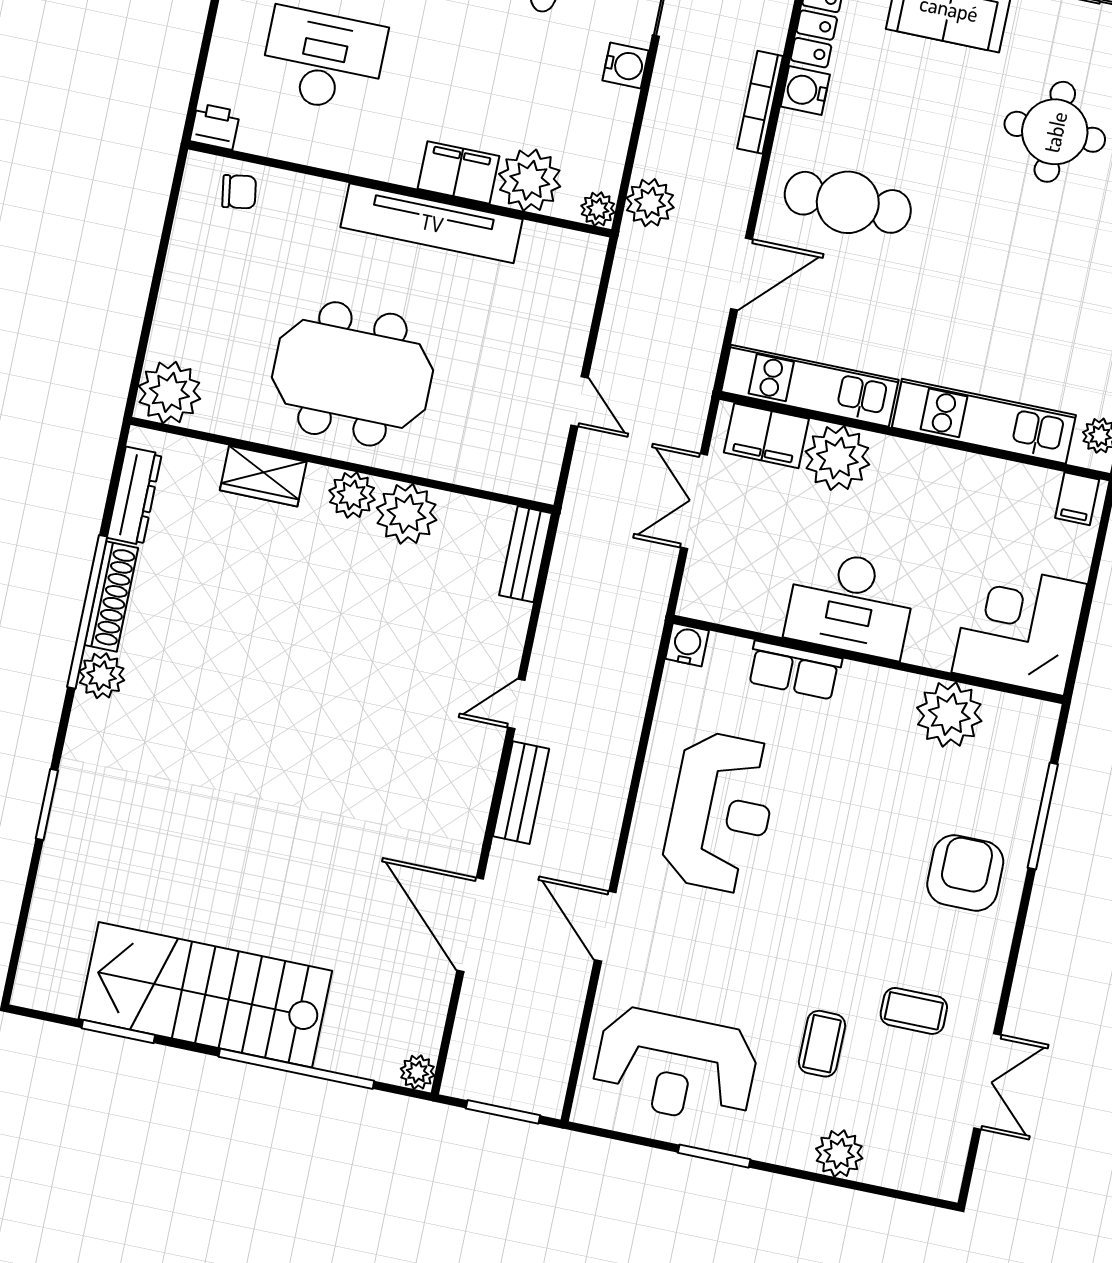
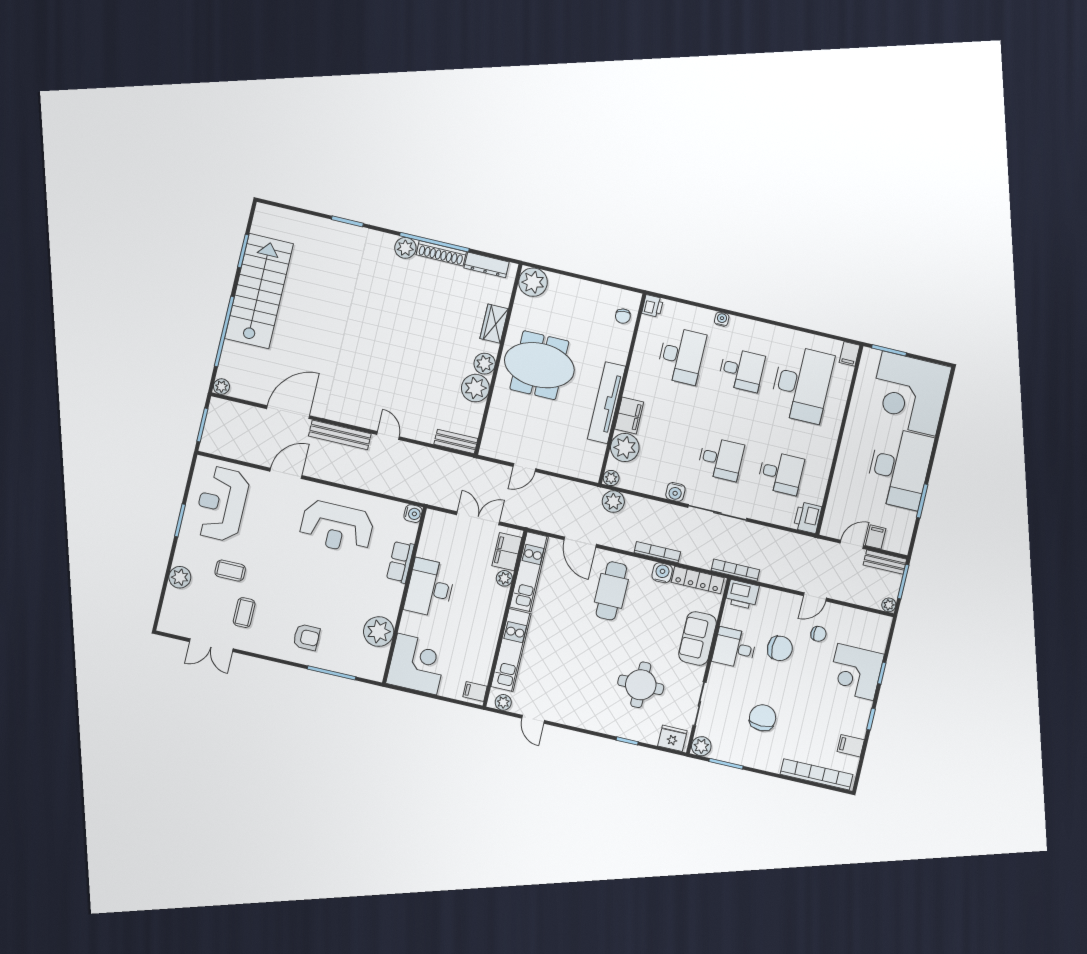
meeting table: (352, 374) -> (539, 365), turned 90
plant: (837, 458) -> (504, 578), width x0.53, depth x0.53
bench: (521, 793) -> (340, 435), width x1.36
armchair: (965, 873) -> (306, 637), width x0.72, depth x0.72

